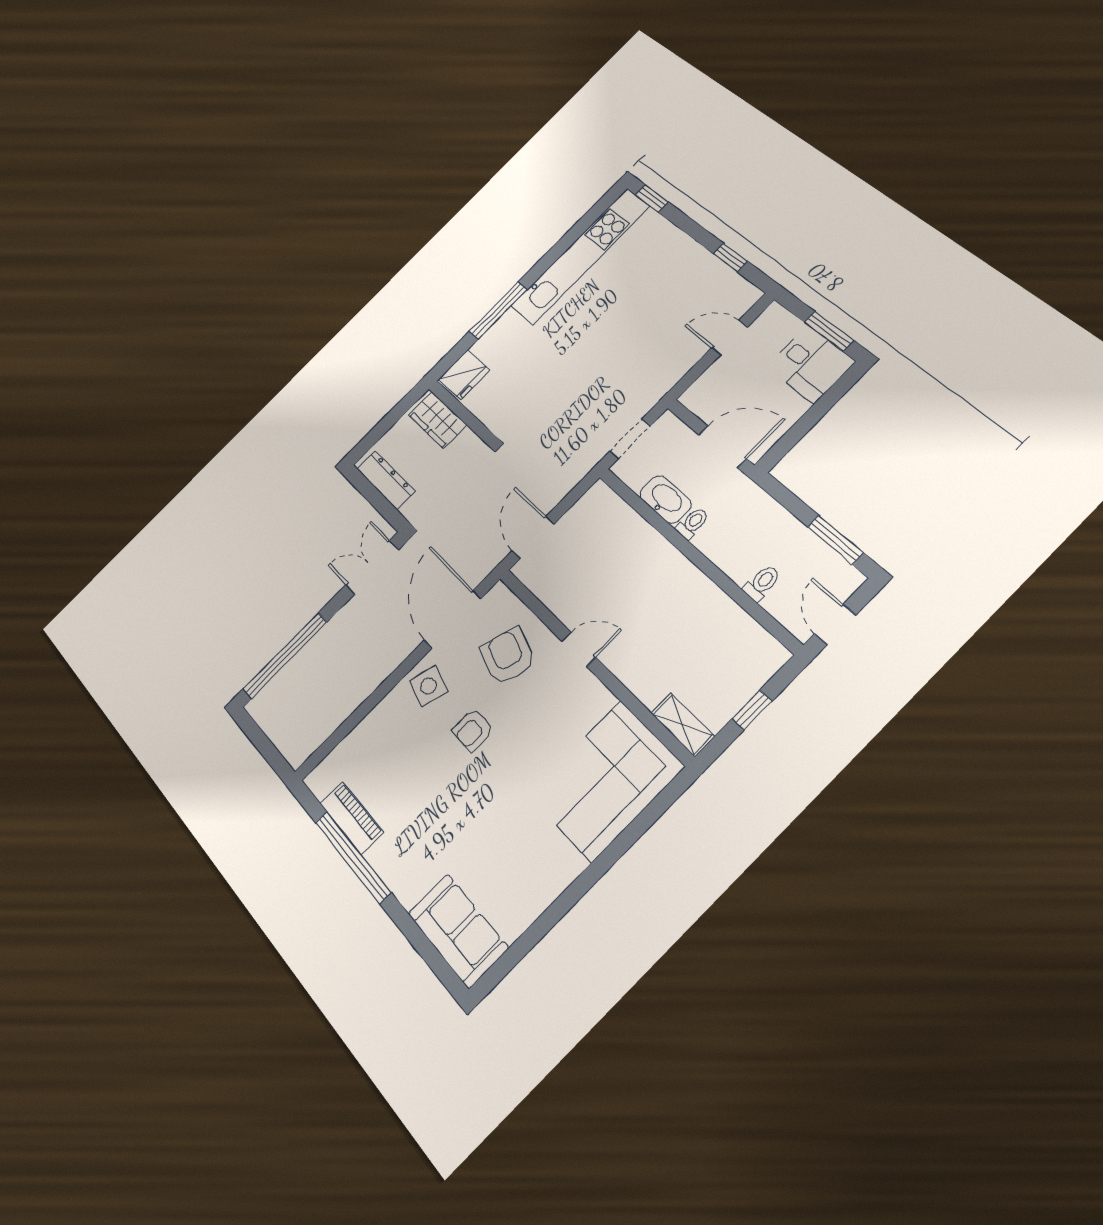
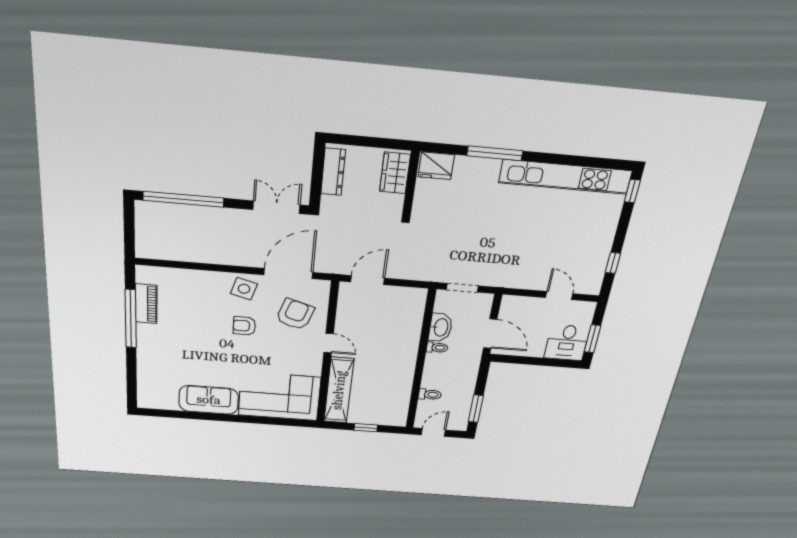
shelving: (683, 725) -> (339, 390), width x2.20, depth x1.33
sofa: (458, 931) -> (209, 400), moved, turned -90

